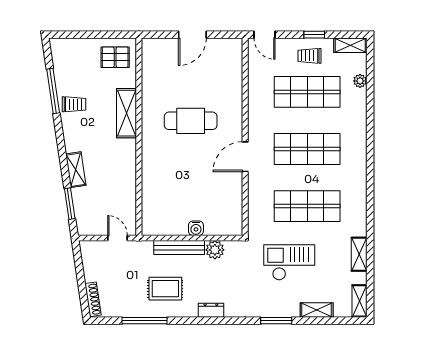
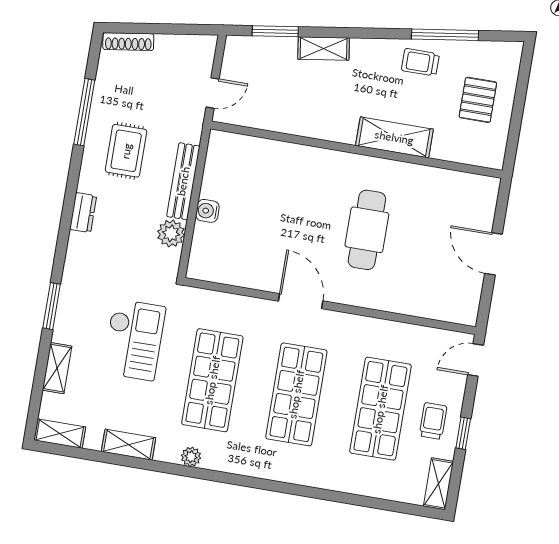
pallet: (115, 57) -> (478, 100), moved
plant: (360, 81) -> (191, 457), moved
trolley: (74, 104) -> (420, 62), turned 90

